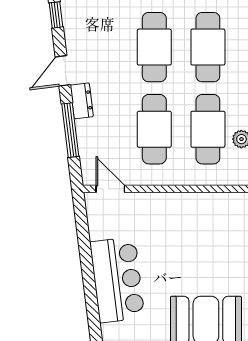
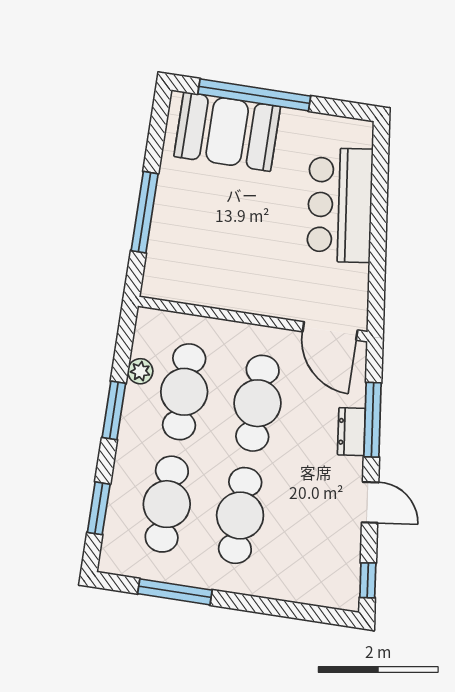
door: (63, 71) -> (370, 502), hinge flipped
dresser: (82, 101) -> (351, 432), moved
door: (110, 189) -> (330, 331), width x1.38

